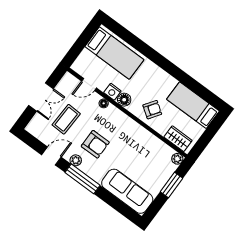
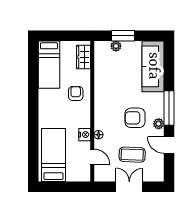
floor lamp: (124, 100) -> (84, 121), removed
armchair: (152, 110) -> (76, 93), turned 55
armchair: (95, 144) -> (135, 118), turned -90
plant: (177, 159) -> (116, 46), moved

